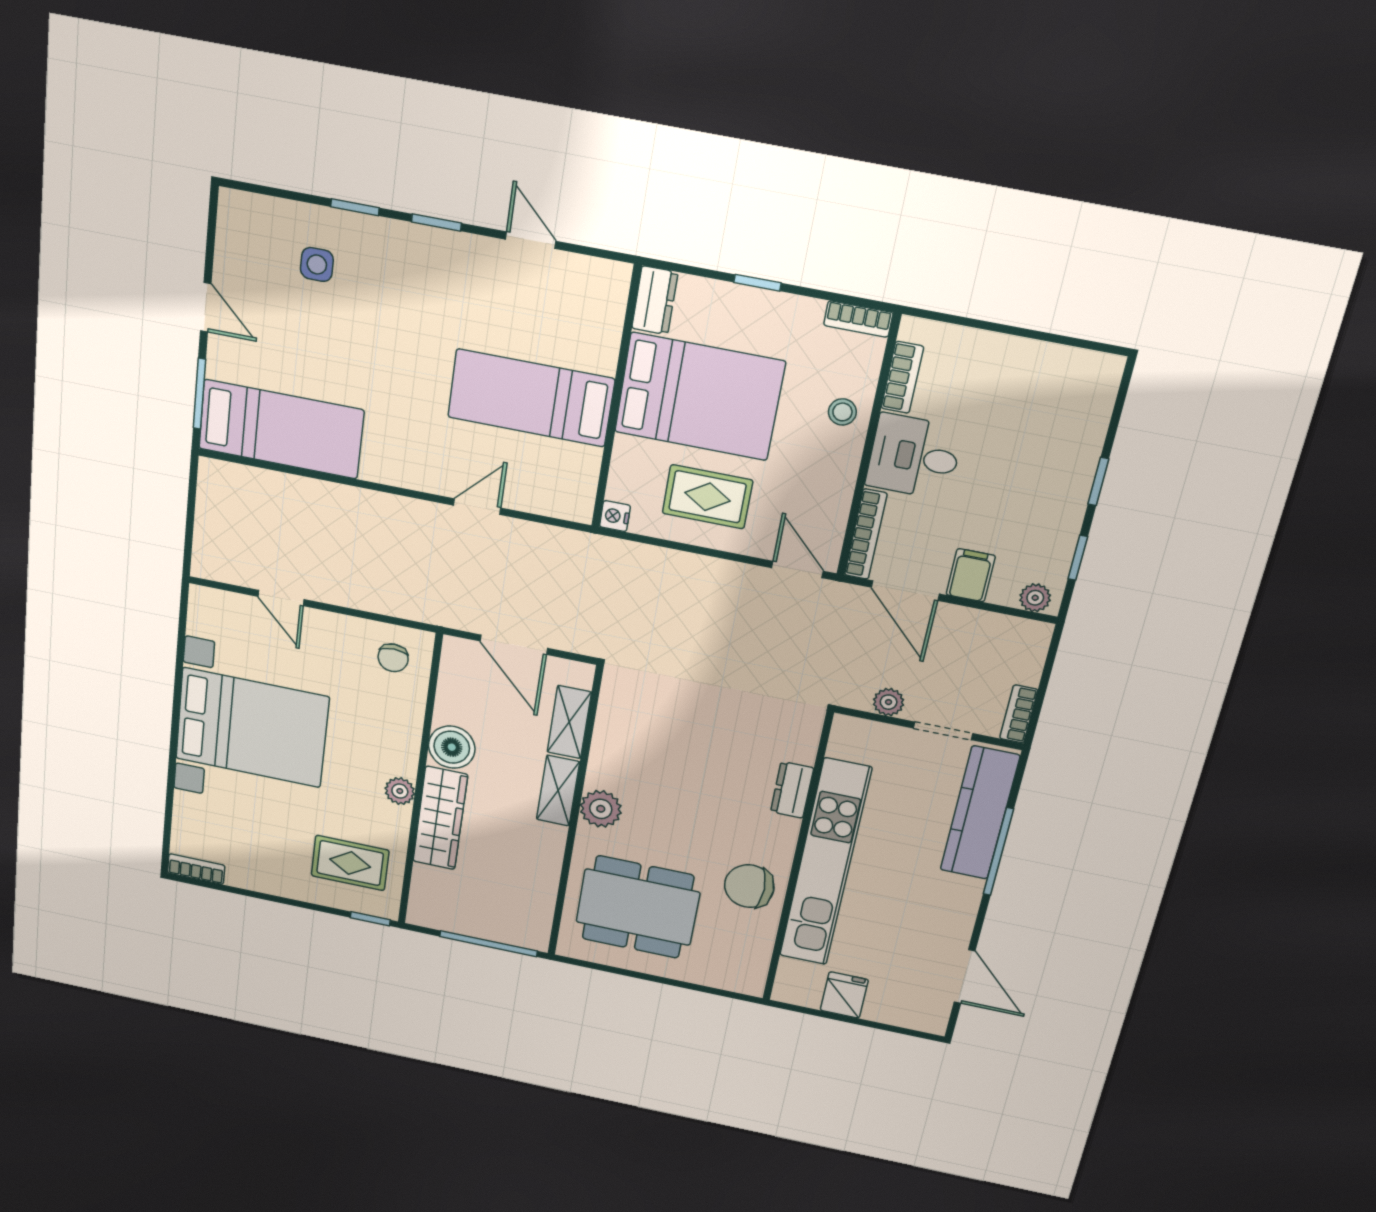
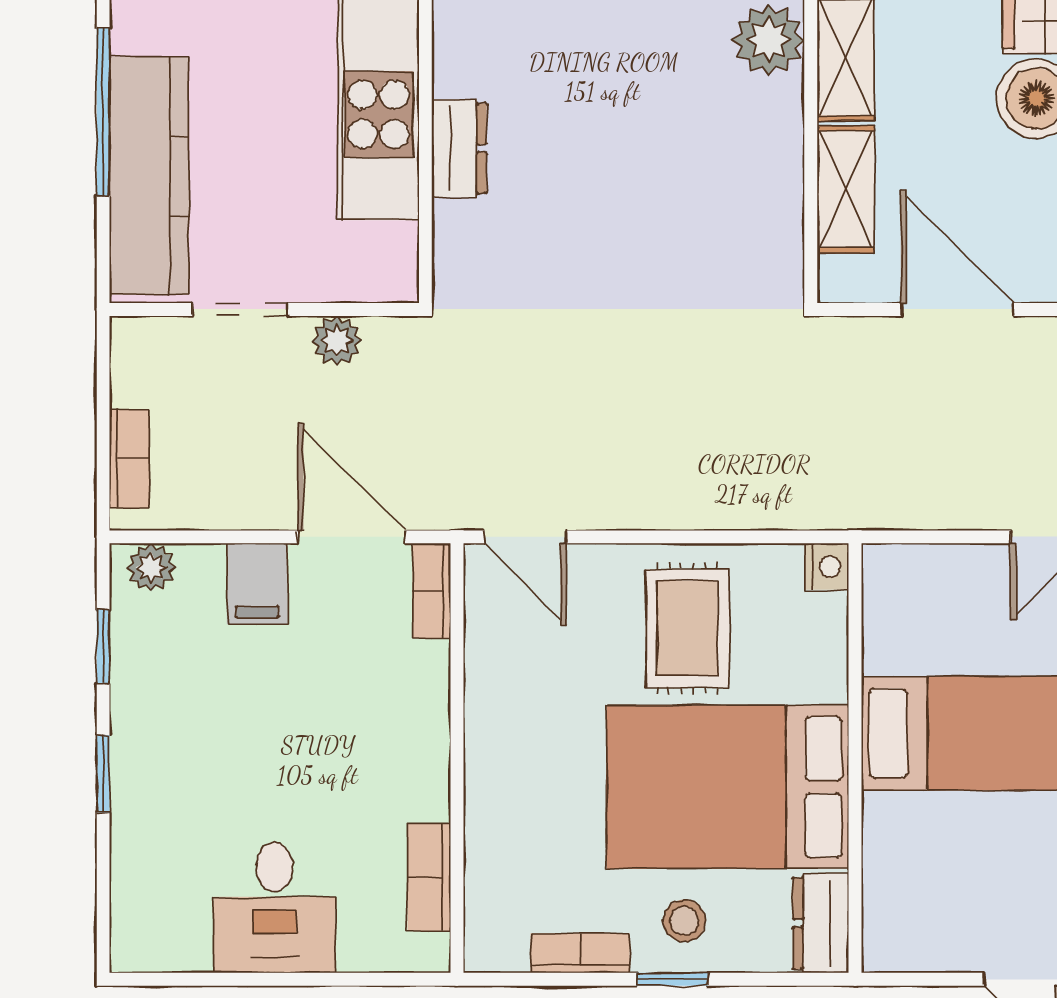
bookcase: (858, 319) -> (580, 953), moved
stool: (842, 412) -> (684, 921), moved
desk: (914, 457) -> (274, 907), moved, turned 90
rug: (707, 497) -> (687, 628), turned 90
bookcase: (866, 534) -> (432, 591), width x0.64
bookcase: (1019, 714) -> (129, 459), moved

